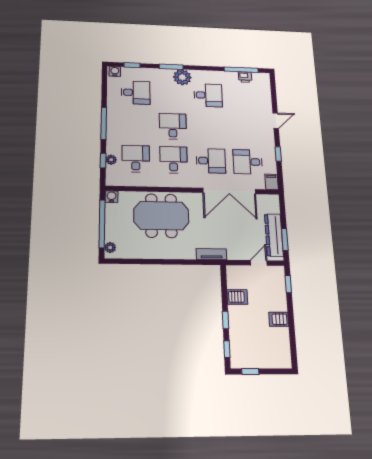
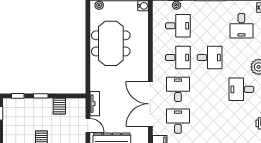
desk: (208, 95) -> (241, 89), turned 90
desk: (211, 161) -> (178, 89), turned 180
meeting table: (161, 216) -> (111, 43), moved
tv unit: (211, 254) -> (95, 104), moved

